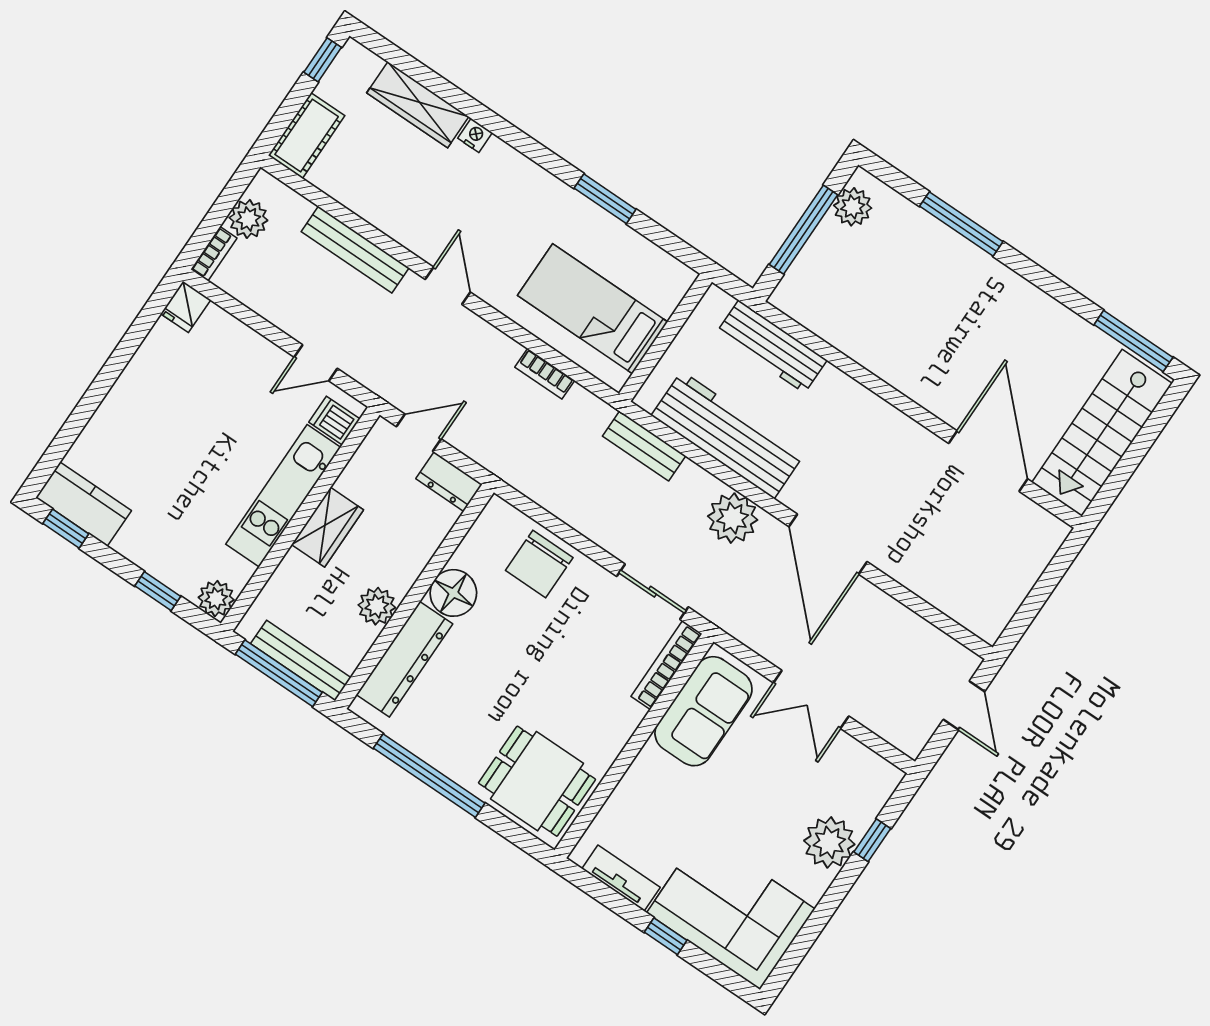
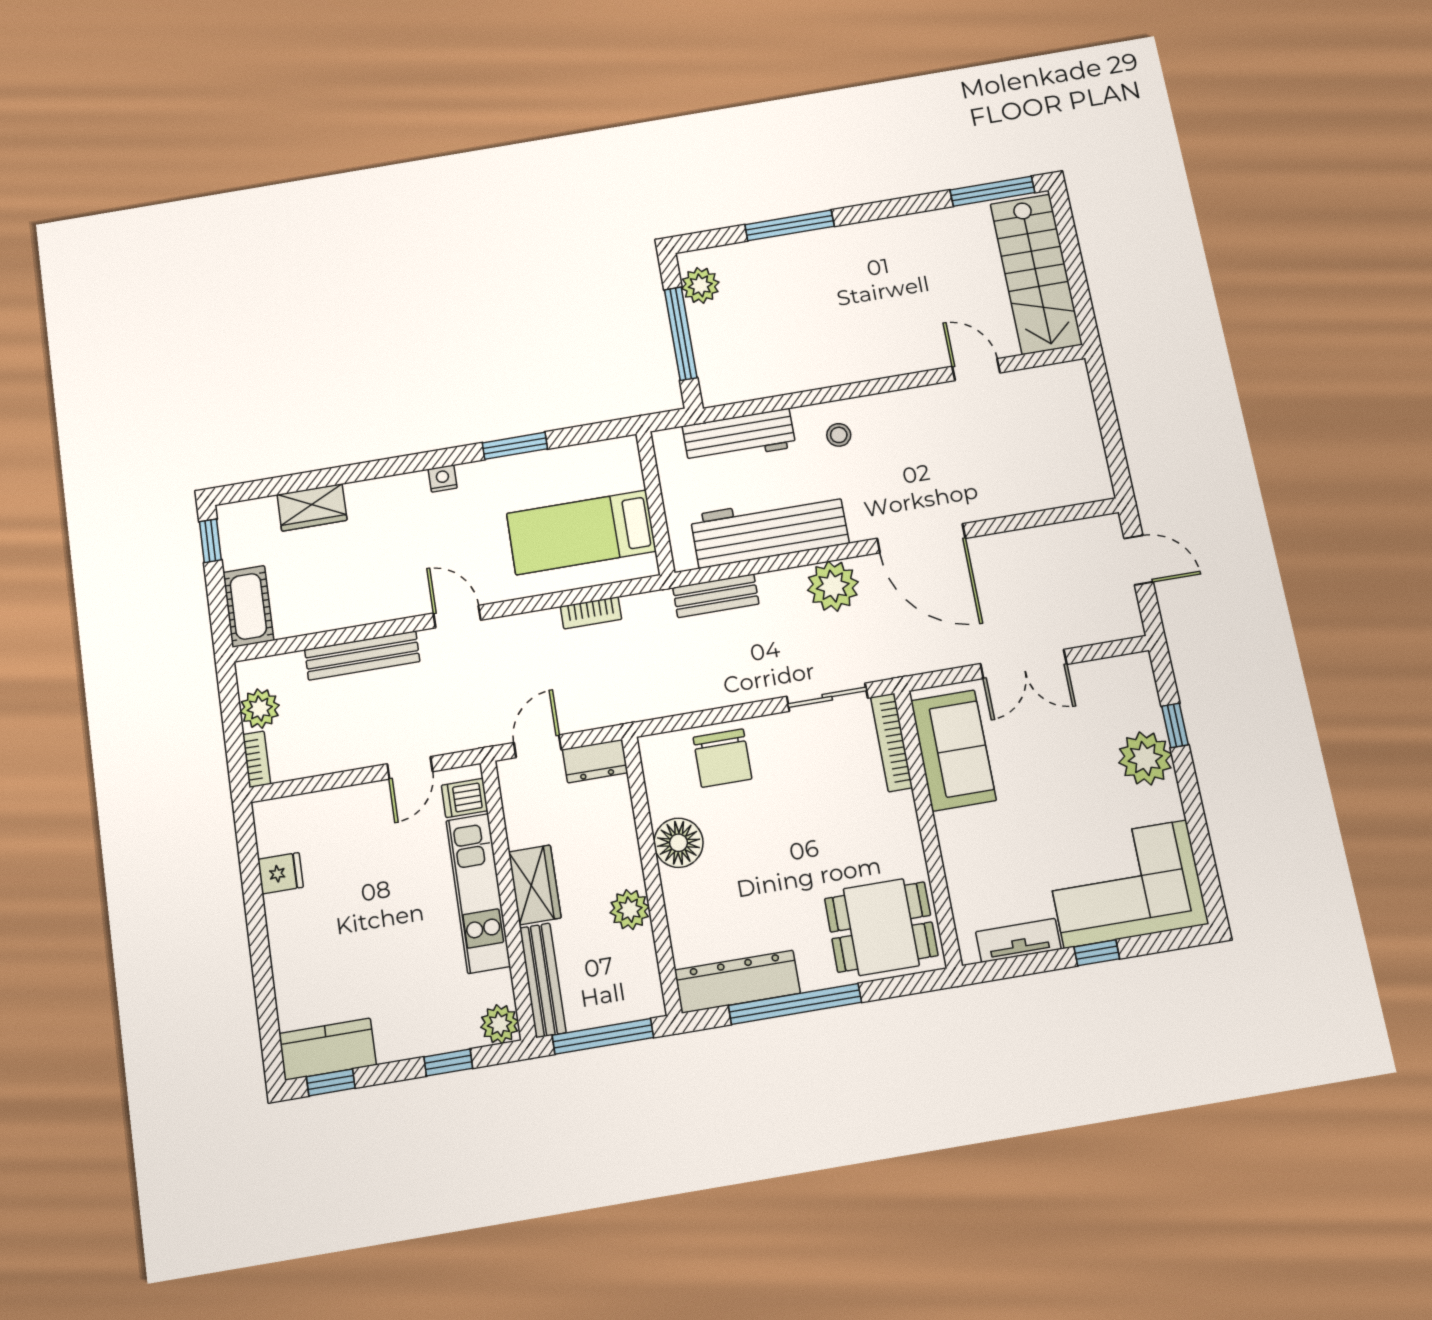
wardrobe: (418, 105) -> (312, 507), width x0.67
nightstand: (475, 135) -> (443, 479), moved
fridge: (186, 307) -> (281, 873), moved, turned -90
stool: (843, 414) -> (839, 435), added
door: (988, 461) -> (976, 370), width x0.53
dresser: (404, 659) -> (737, 982), moved, turned -90
bench: (301, 661) -> (543, 980), moved, turned 90

